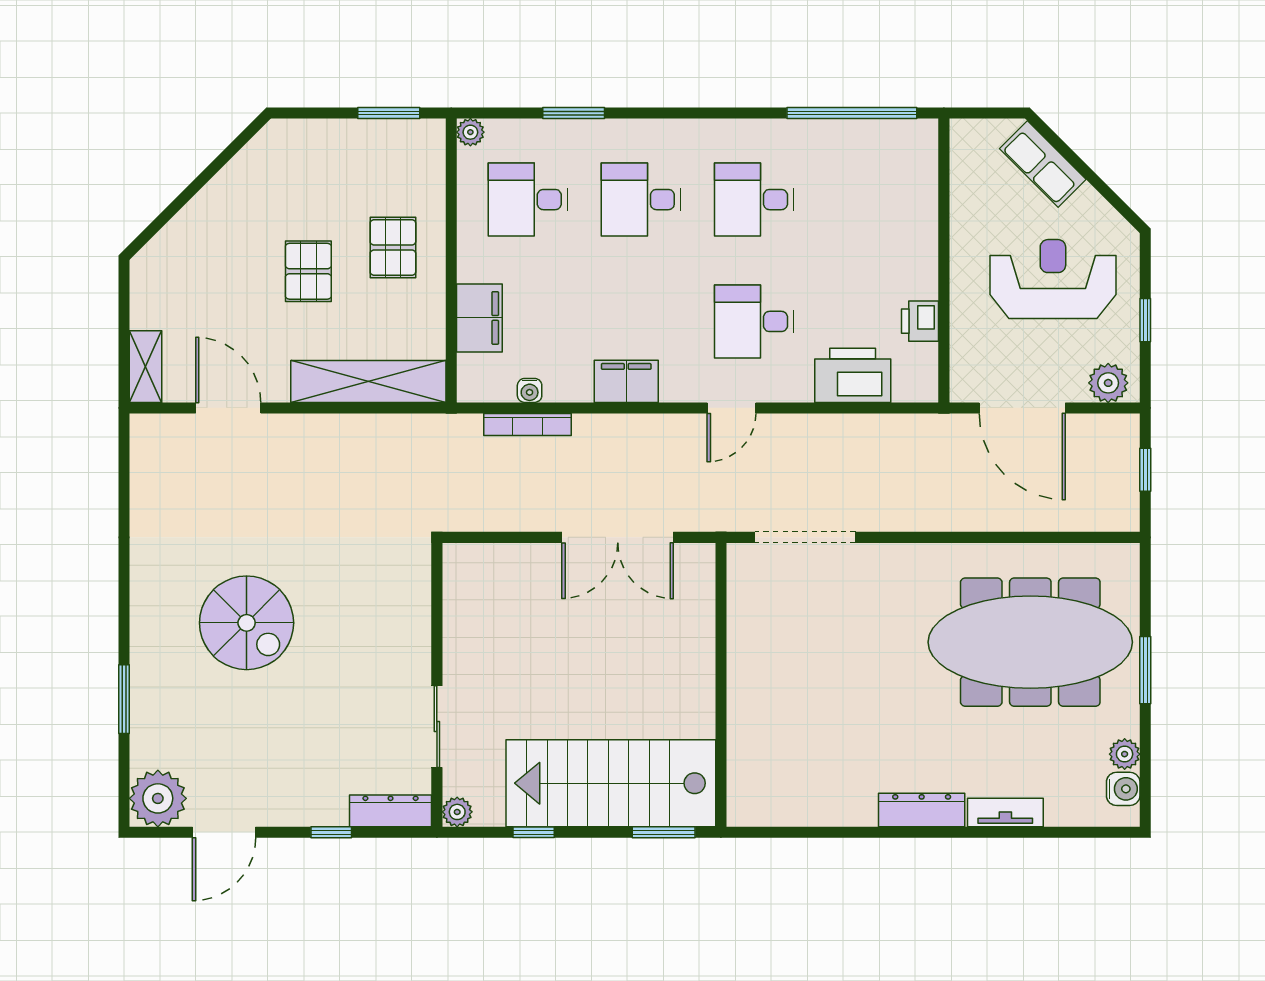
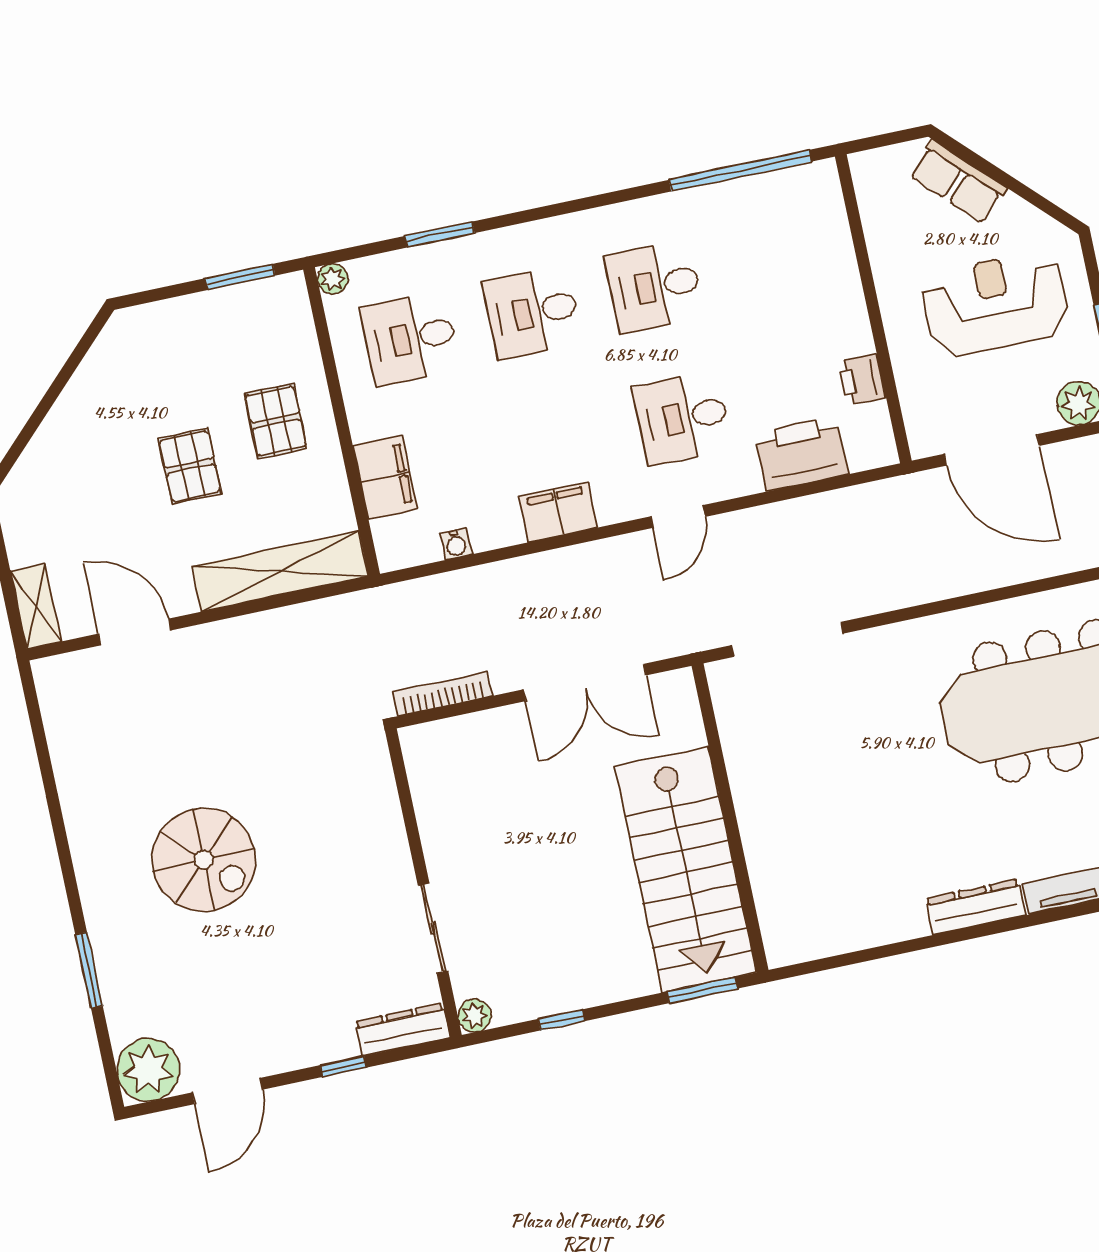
bookcase: (528, 424) -> (442, 694), moved, turned 180
stairs: (611, 783) -> (686, 869), moved, turned -90

